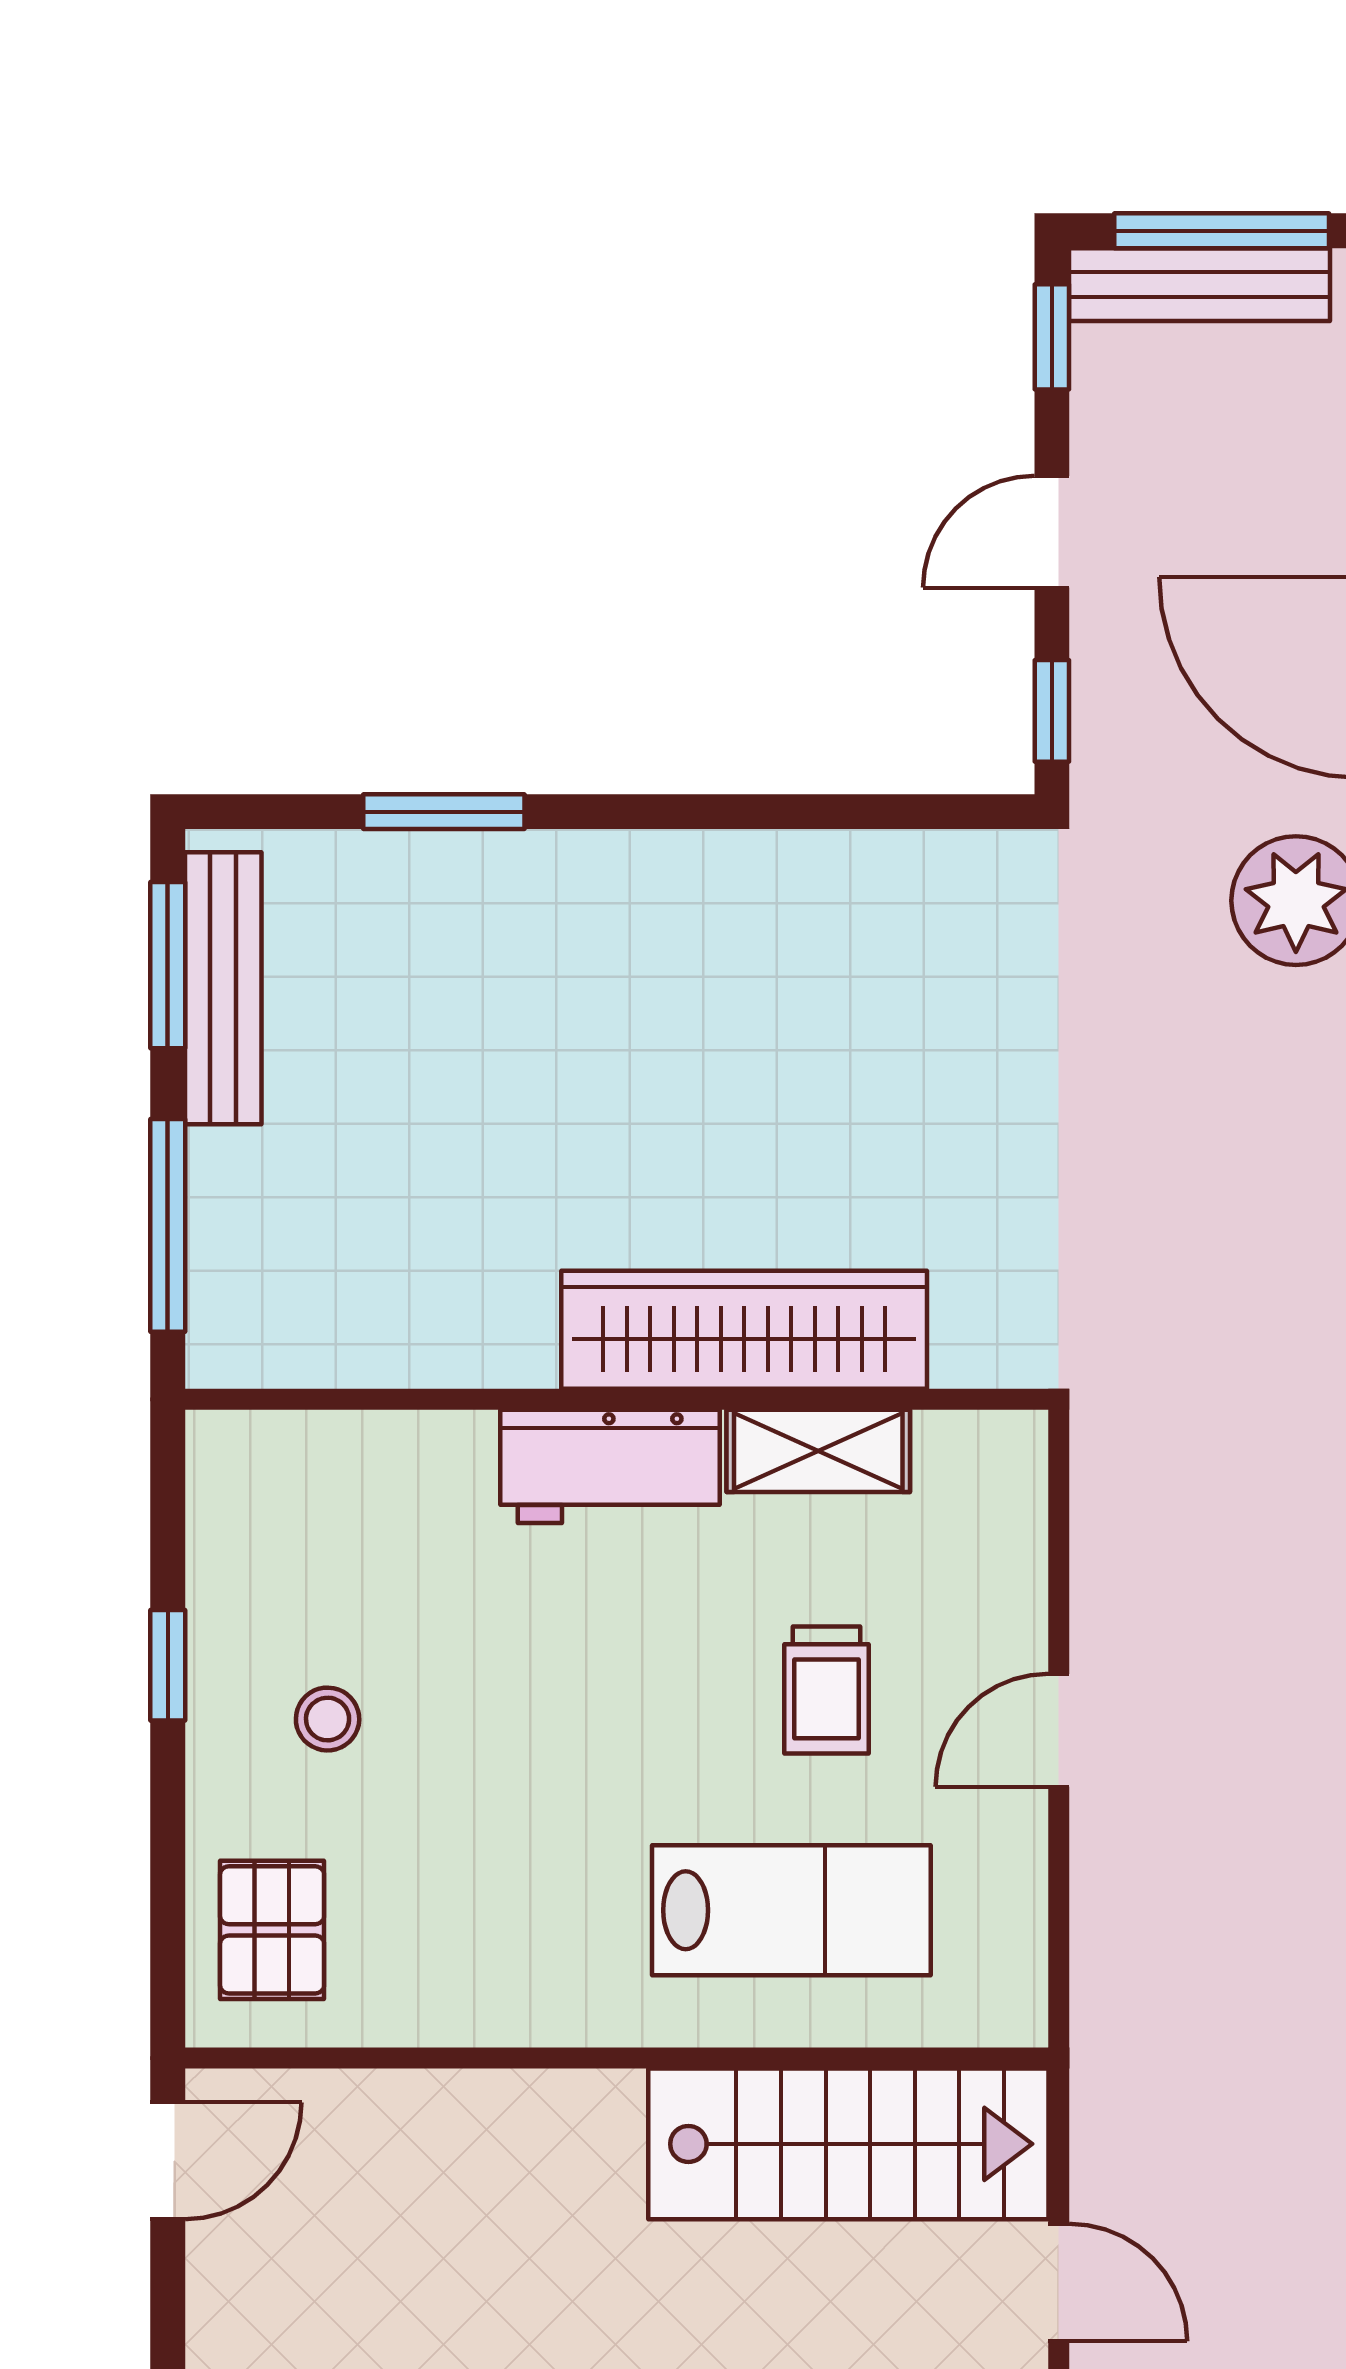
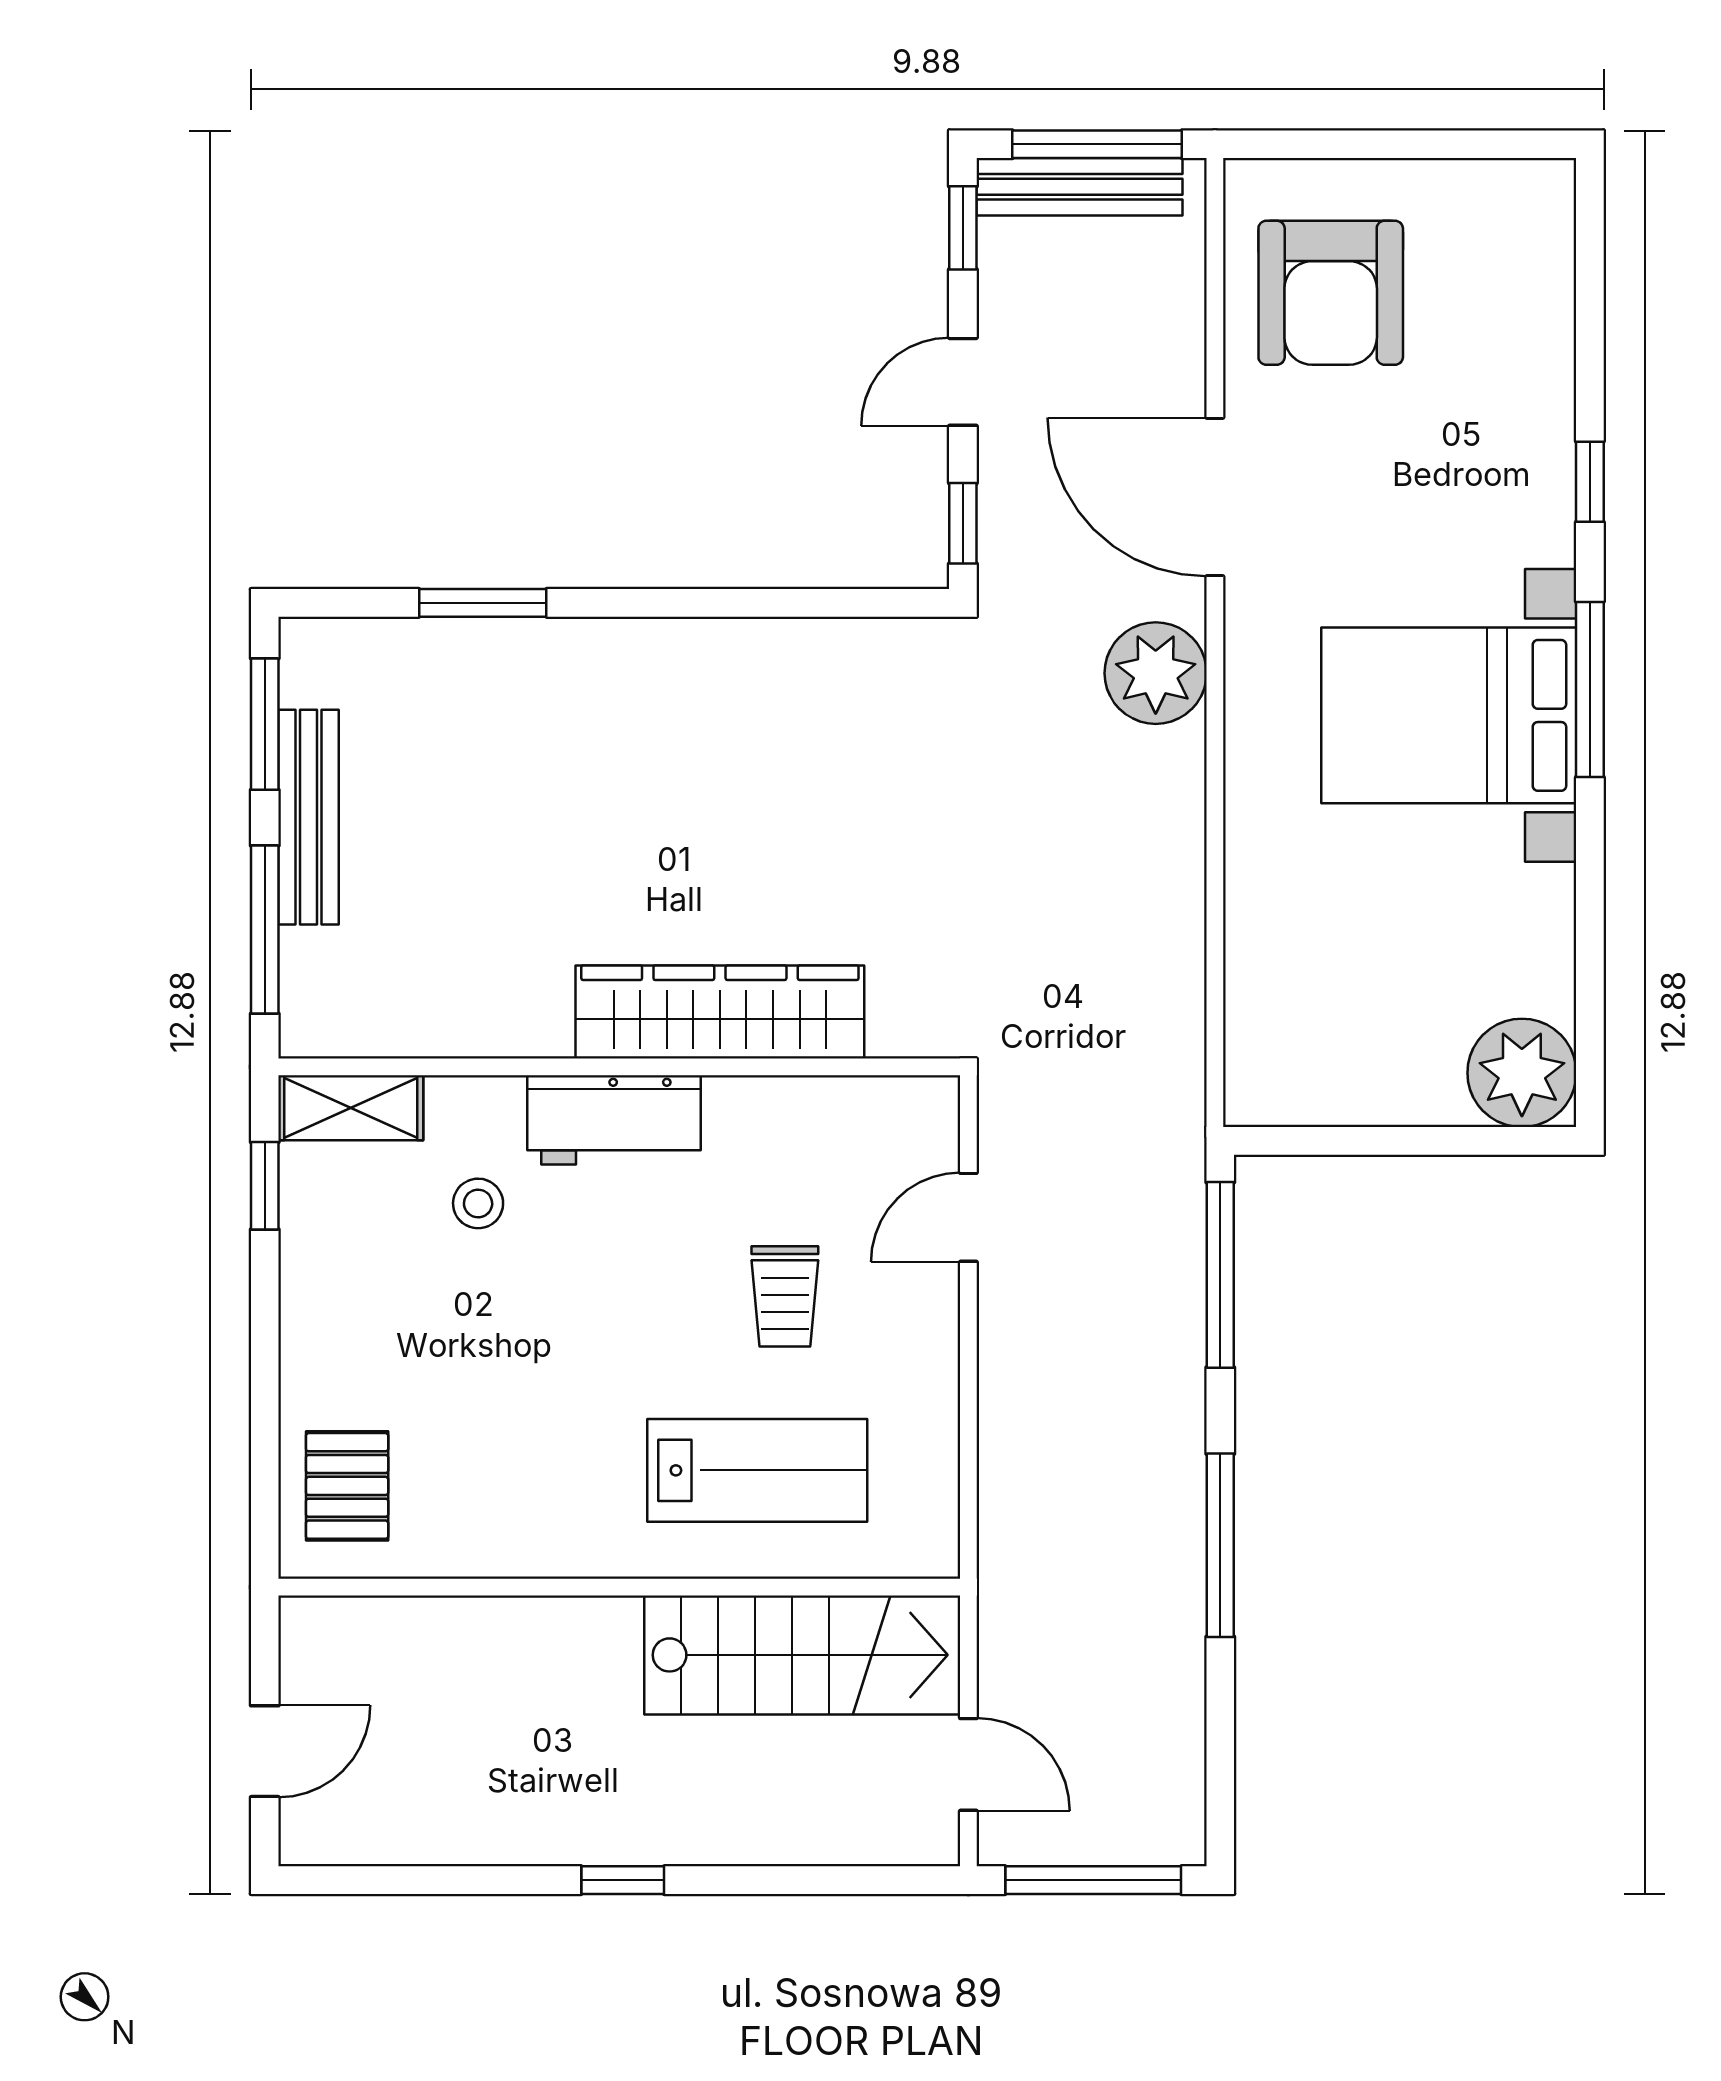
bench: (223, 988) -> (309, 817), moved
shelving: (818, 1451) -> (351, 1108), moved
window: (168, 1665) -> (265, 1186), moved
stool: (328, 1719) -> (478, 1203), moved
door: (1059, 1730) -> (968, 1217), moved
door: (168, 2161) -> (265, 1751), moved

